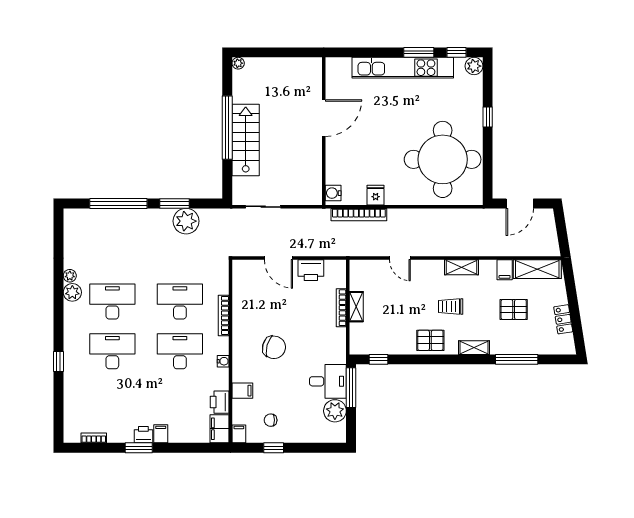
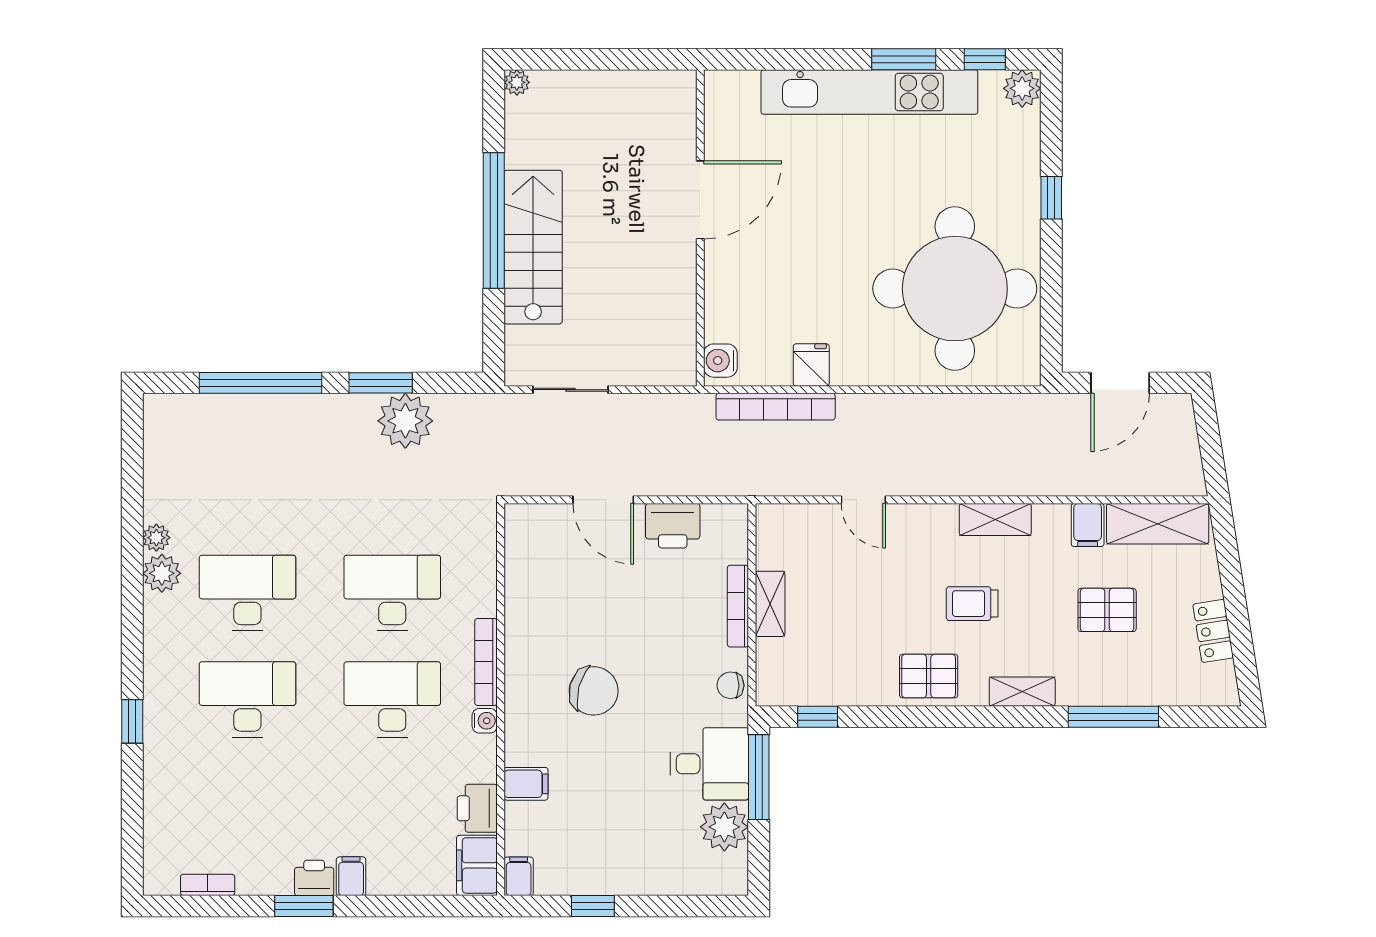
bookcase: (224, 315) -> (486, 662), moved
chair: (271, 420) -> (730, 685), moved

